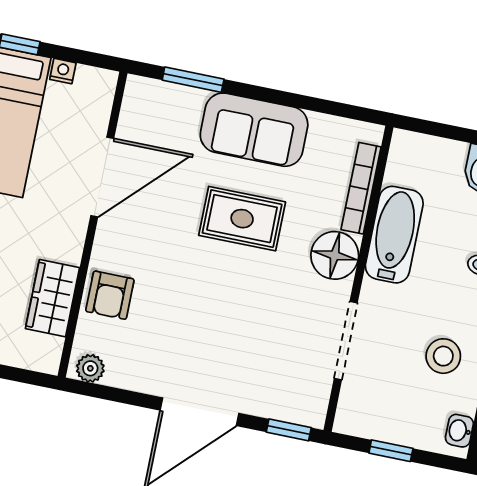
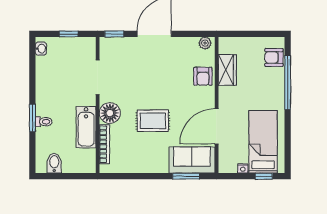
sofa: (254, 130) -> (192, 160), moved
armchair: (110, 295) -> (203, 76), turned 180
stool: (443, 356) -> (54, 79), removed

